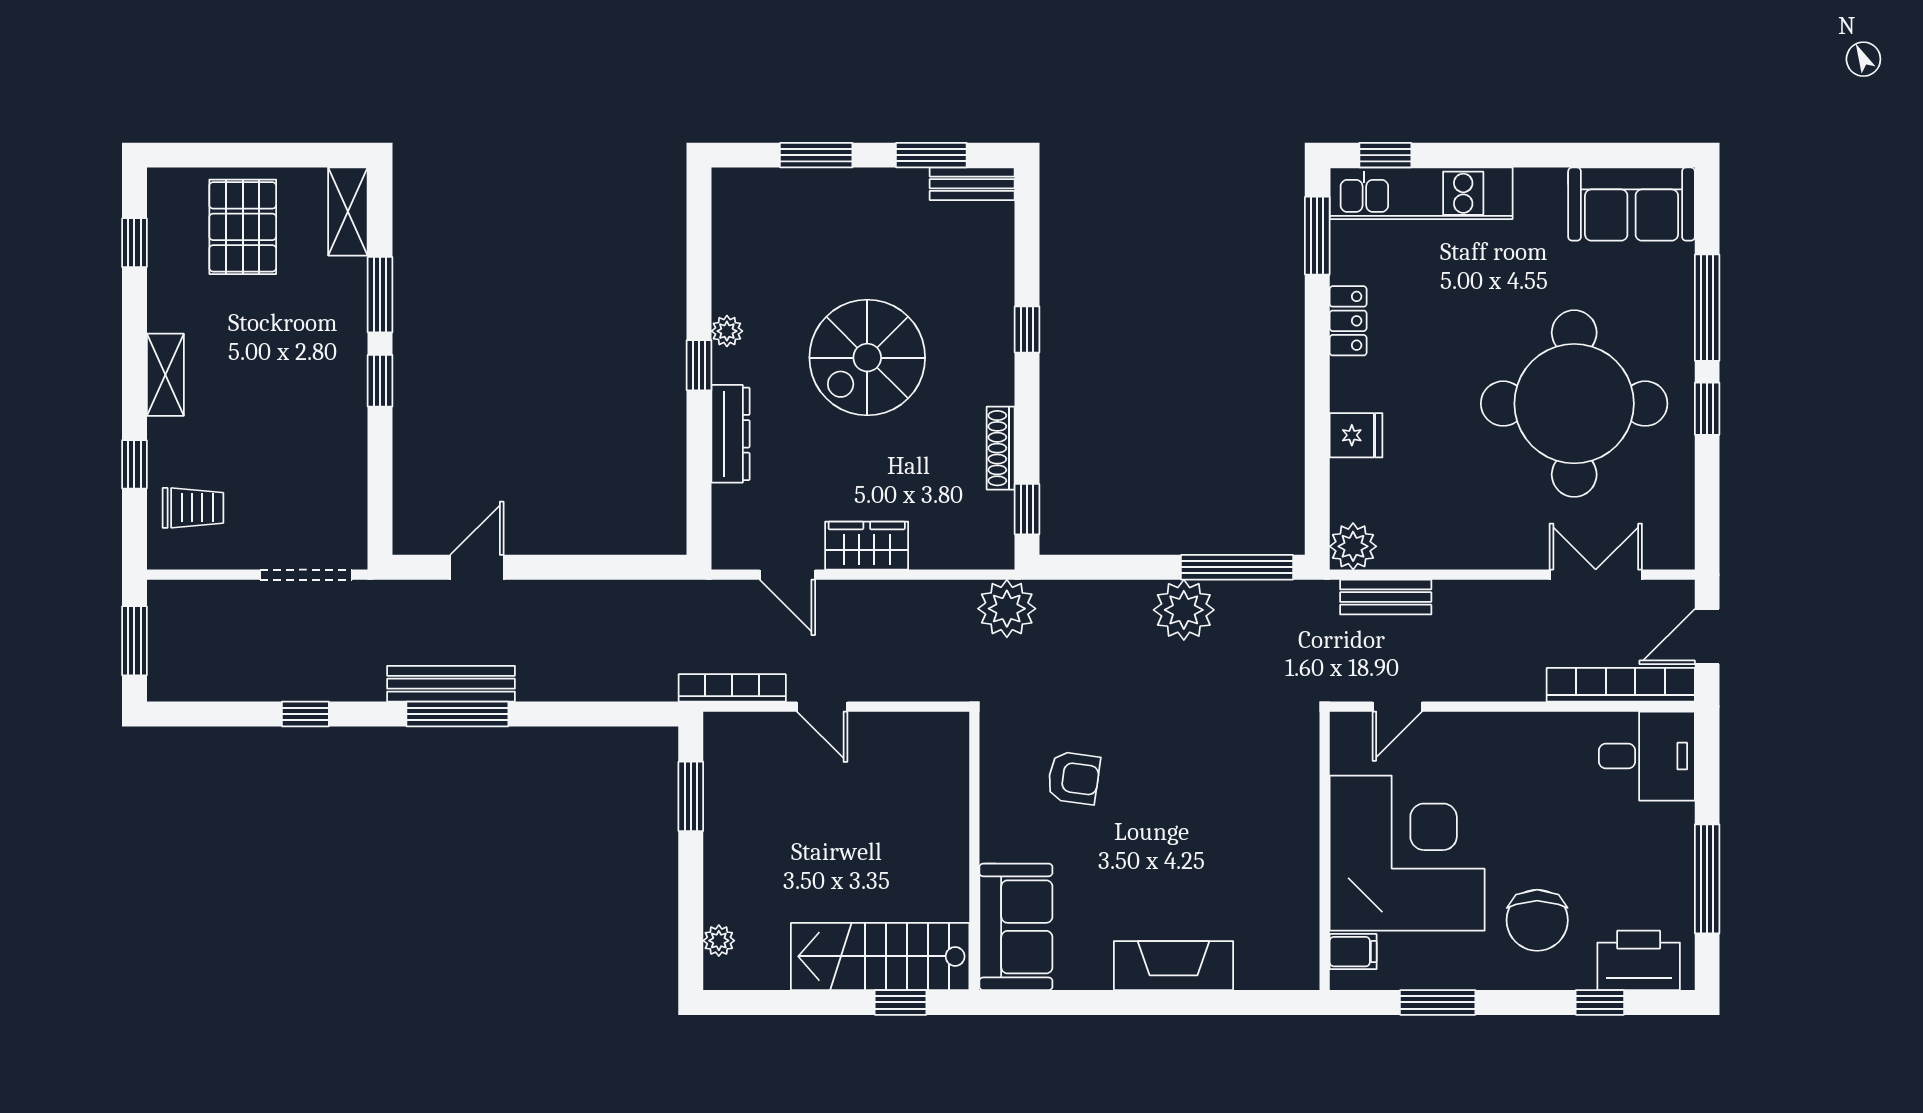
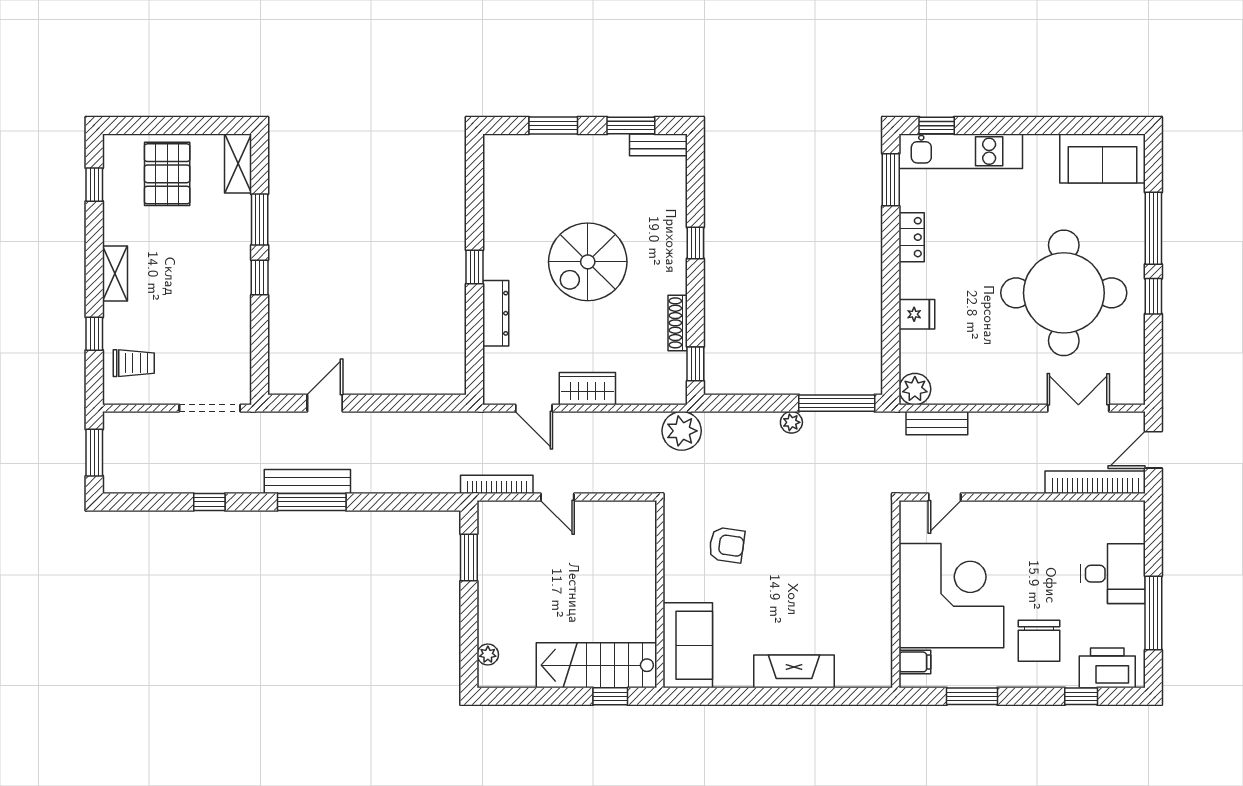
plant: (727, 331) -> (493, 244), removed
plant: (1184, 610) -> (791, 422), width x0.53, depth x0.53
desk: (1647, 756) -> (1113, 574), moved

